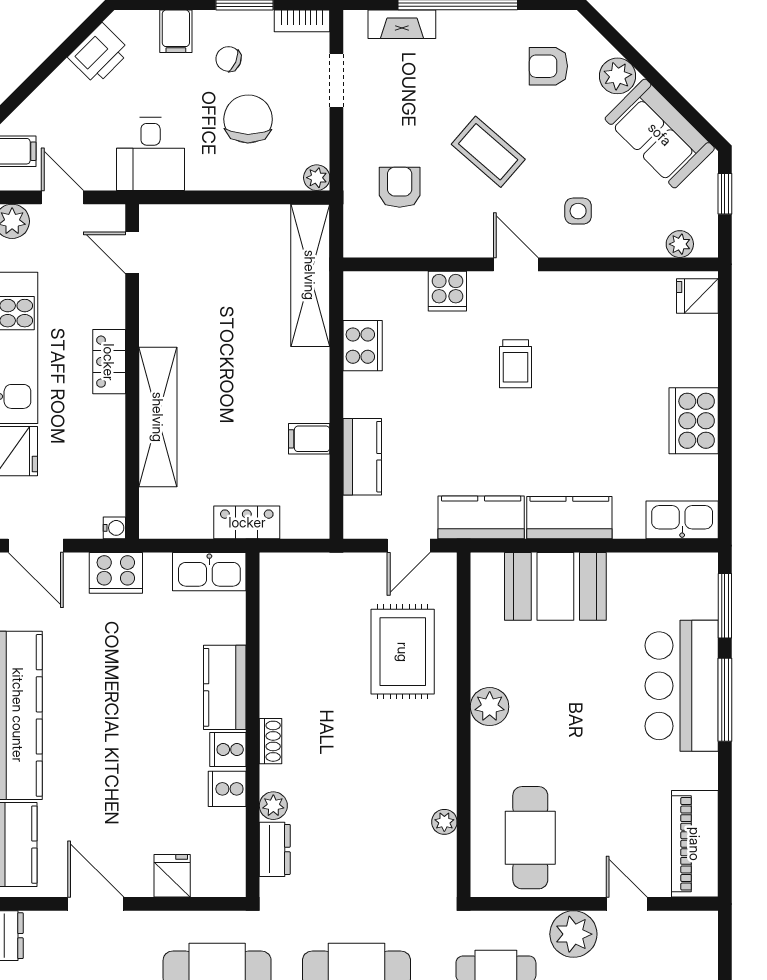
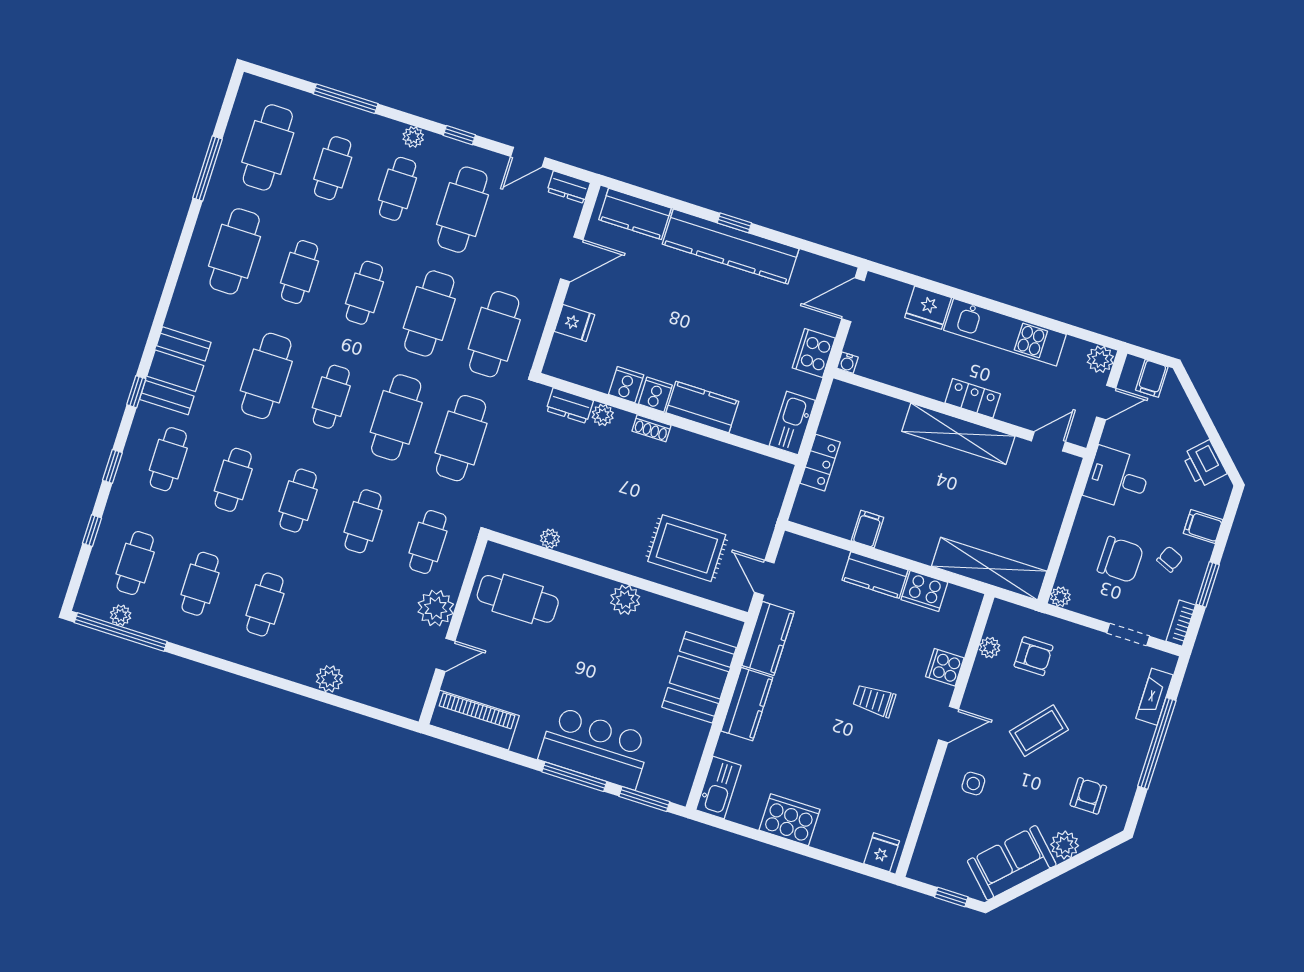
plant: (680, 244) -> (990, 647), moved
shelving: (158, 417) -> (958, 434), moved
kitchen counter: (362, 457) -> (875, 575), moved

